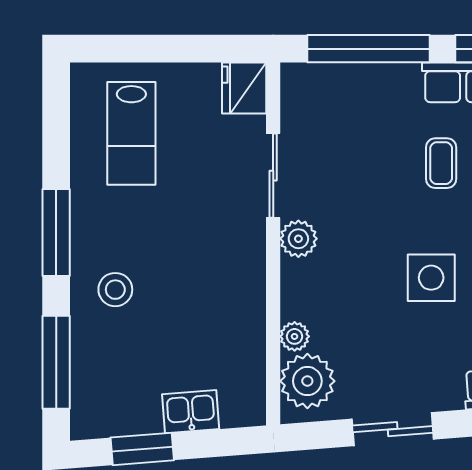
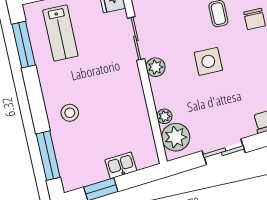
window: (56, 233) -> (24, 45), moved
side table: (431, 278) -> (208, 61), moved

